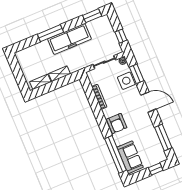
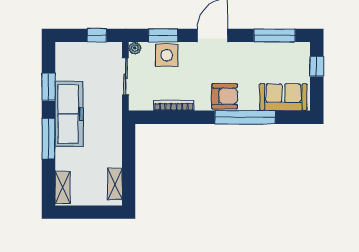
window: (92, 16) -> (49, 87), moved
shelving: (59, 74) -> (62, 187), moved
window: (116, 154) -> (245, 117), moved

